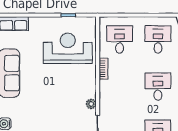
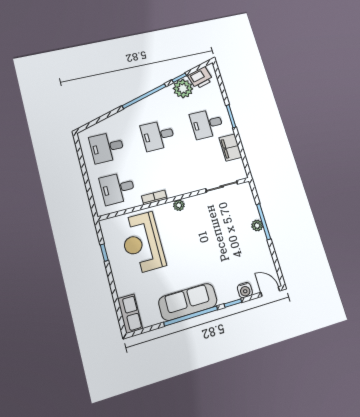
plant: (91, 104) -> (179, 205), moved

